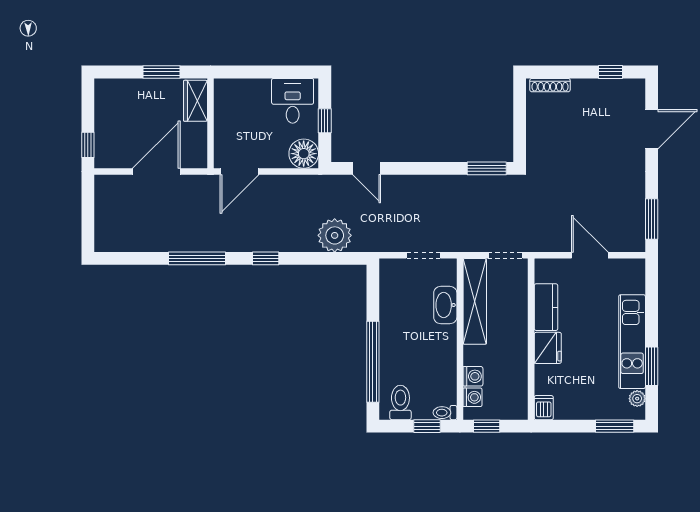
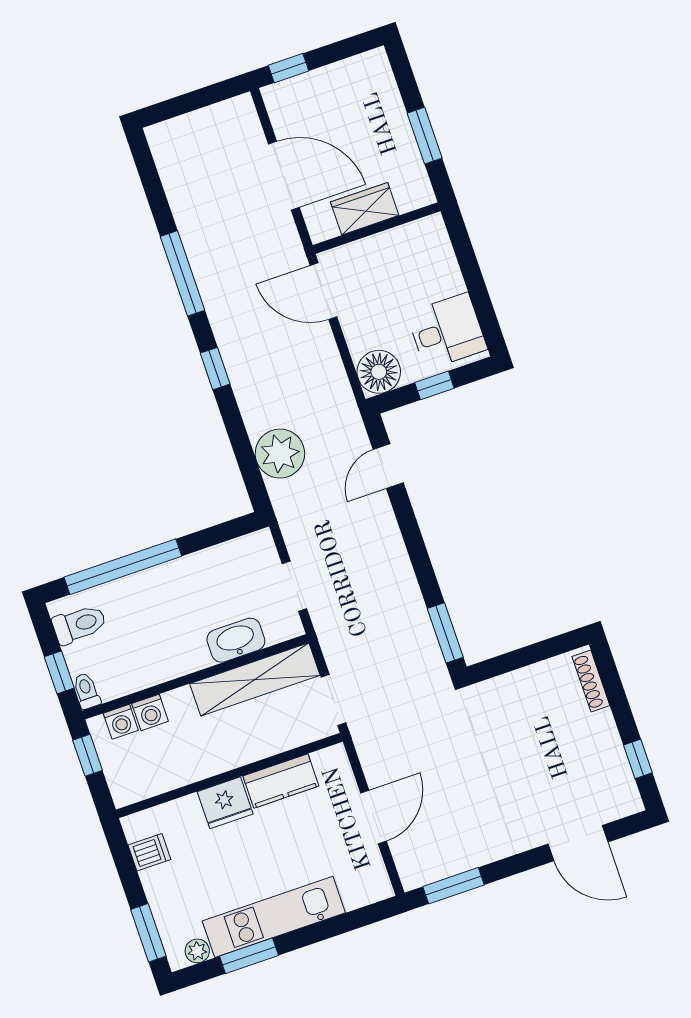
wardrobe: (195, 101) -> (365, 209), moved
dishwasher: (544, 408) -> (149, 852), moved

